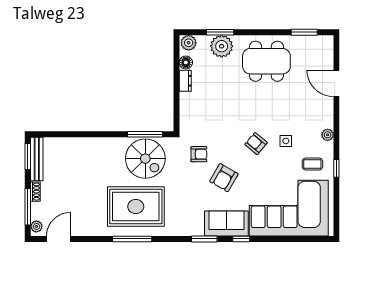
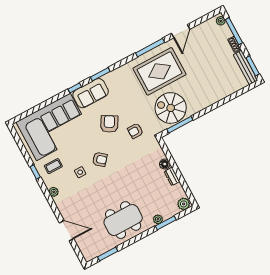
plant: (222, 46) -> (158, 219), width x0.53, depth x0.53
floor lamp: (186, 62) -> (165, 164), moved
door: (58, 239) -> (181, 31), moved

